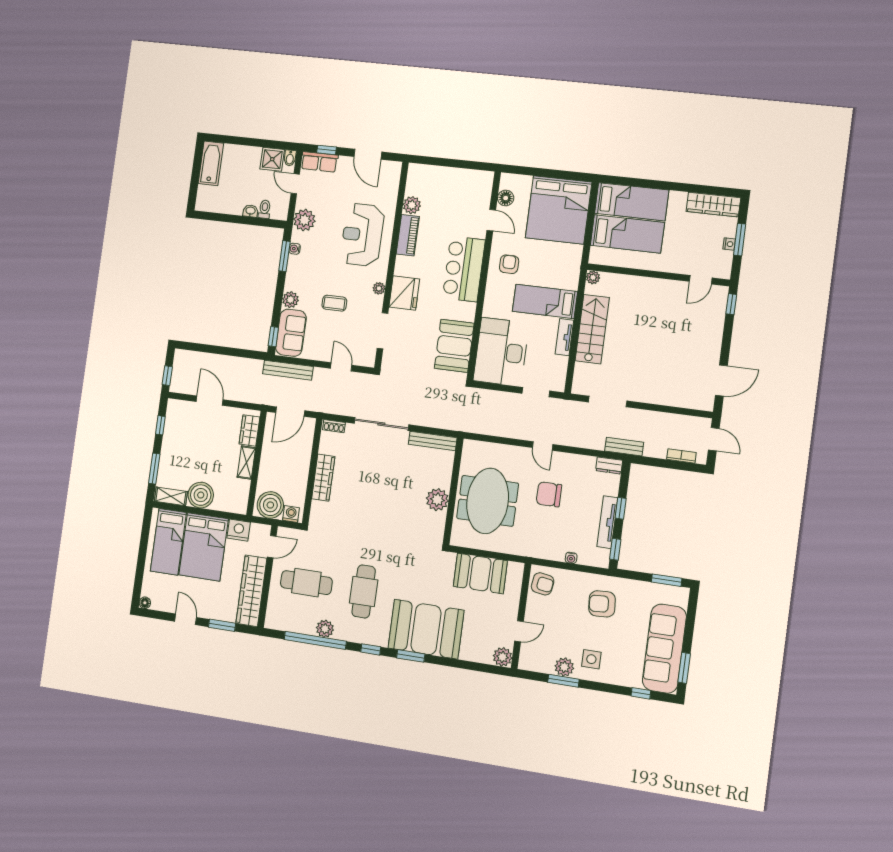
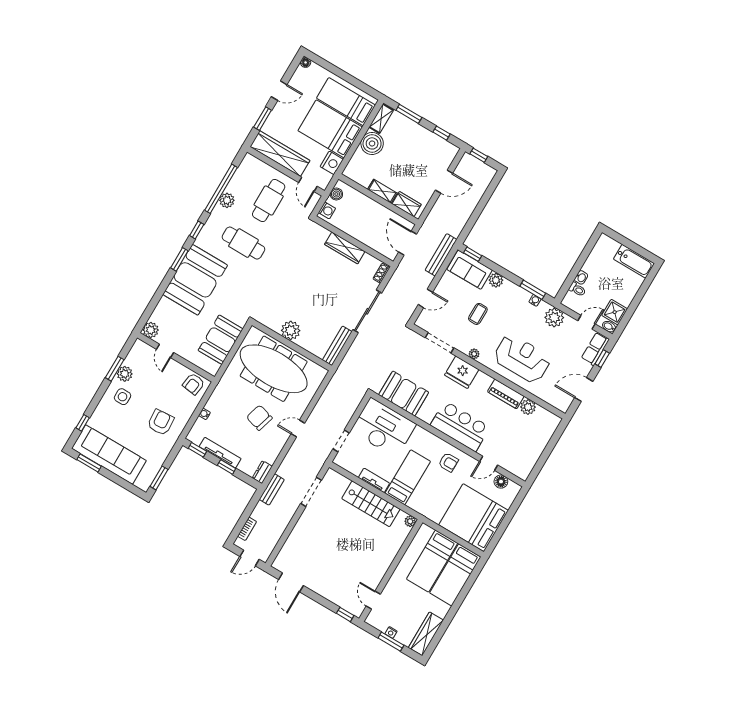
chair: (549, 494) -> (259, 418), turned -74
meeting table: (488, 501) -> (274, 369), width x1.36
boiler: (270, 505) -> (336, 194), width x0.54, depth x0.54

